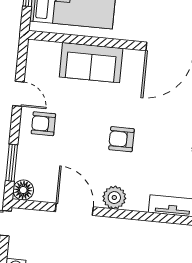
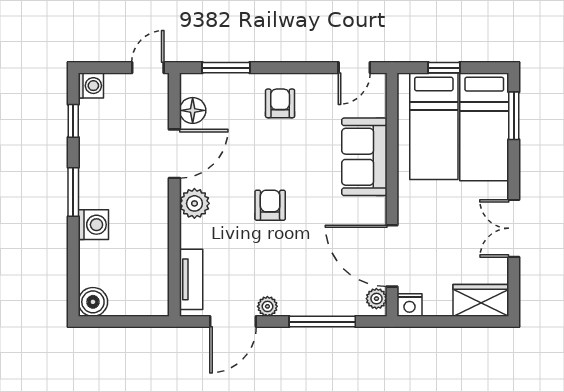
door: (18, 94) -> (354, 68), moved
floor lamp: (23, 190) -> (193, 110), moved

